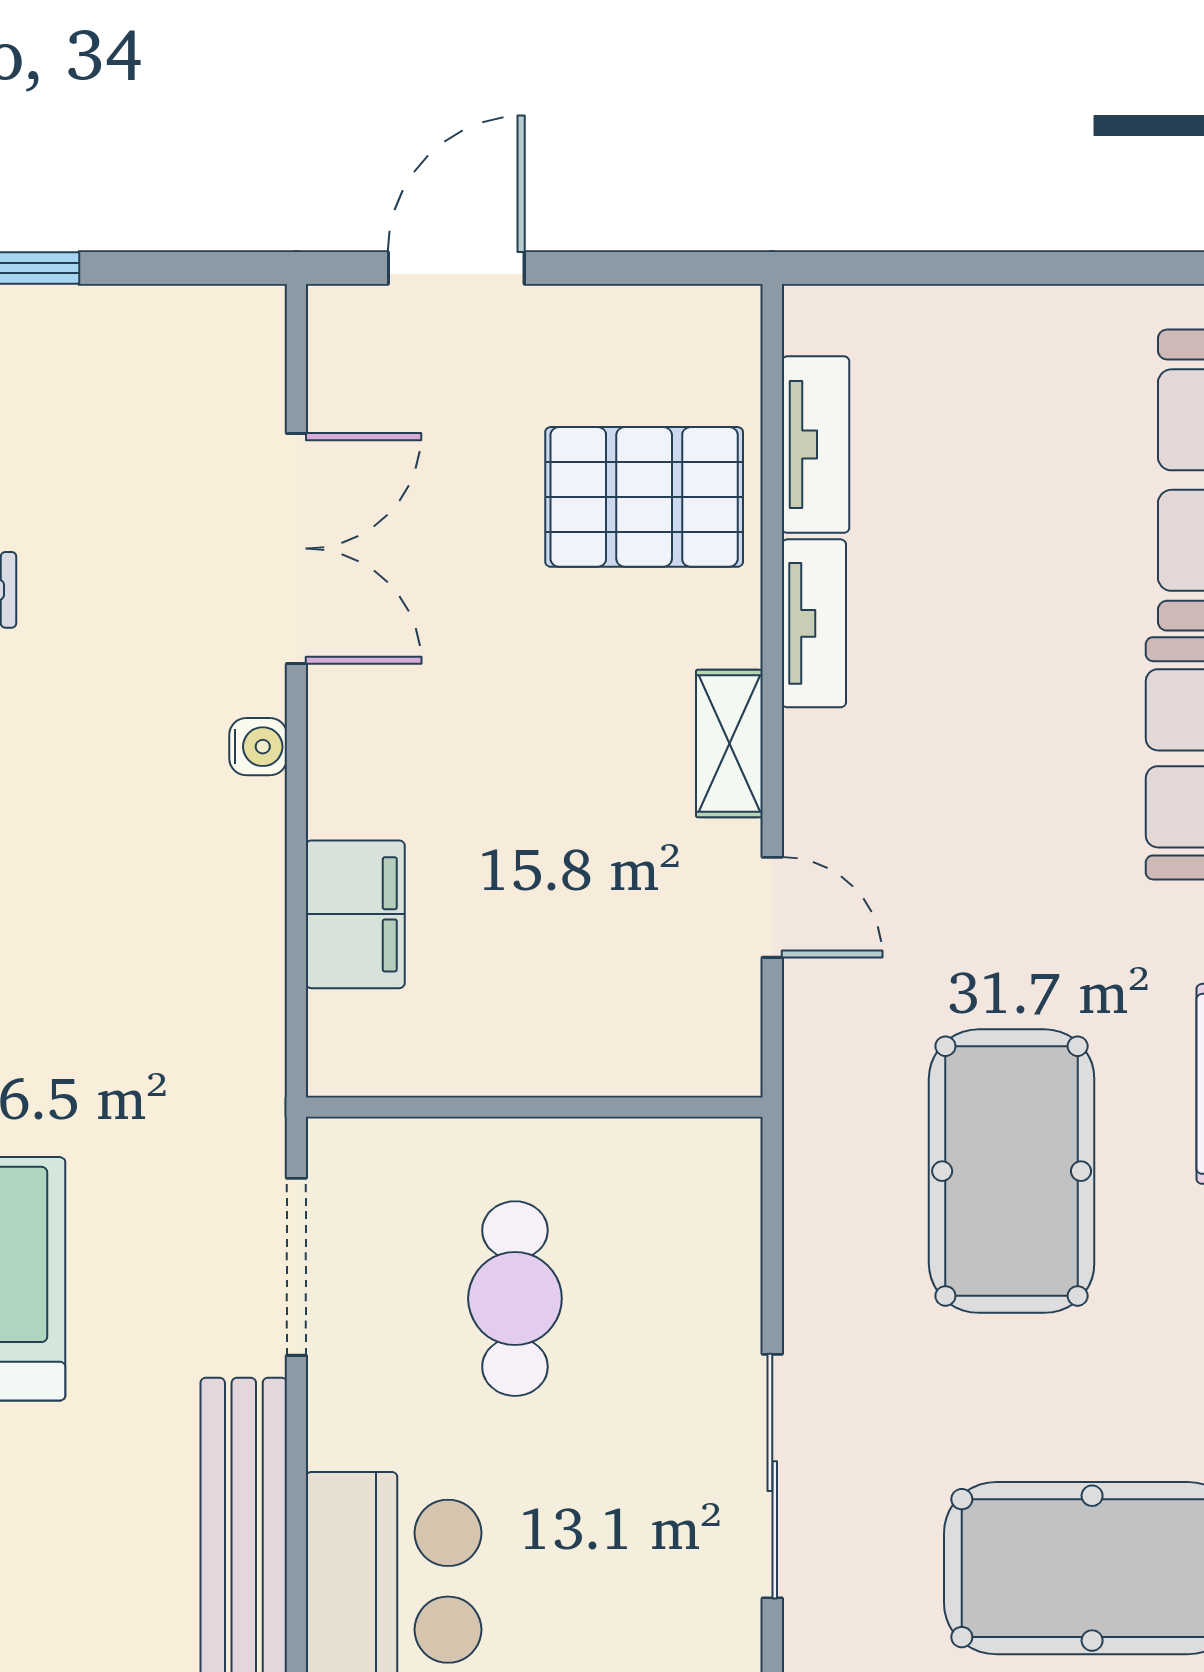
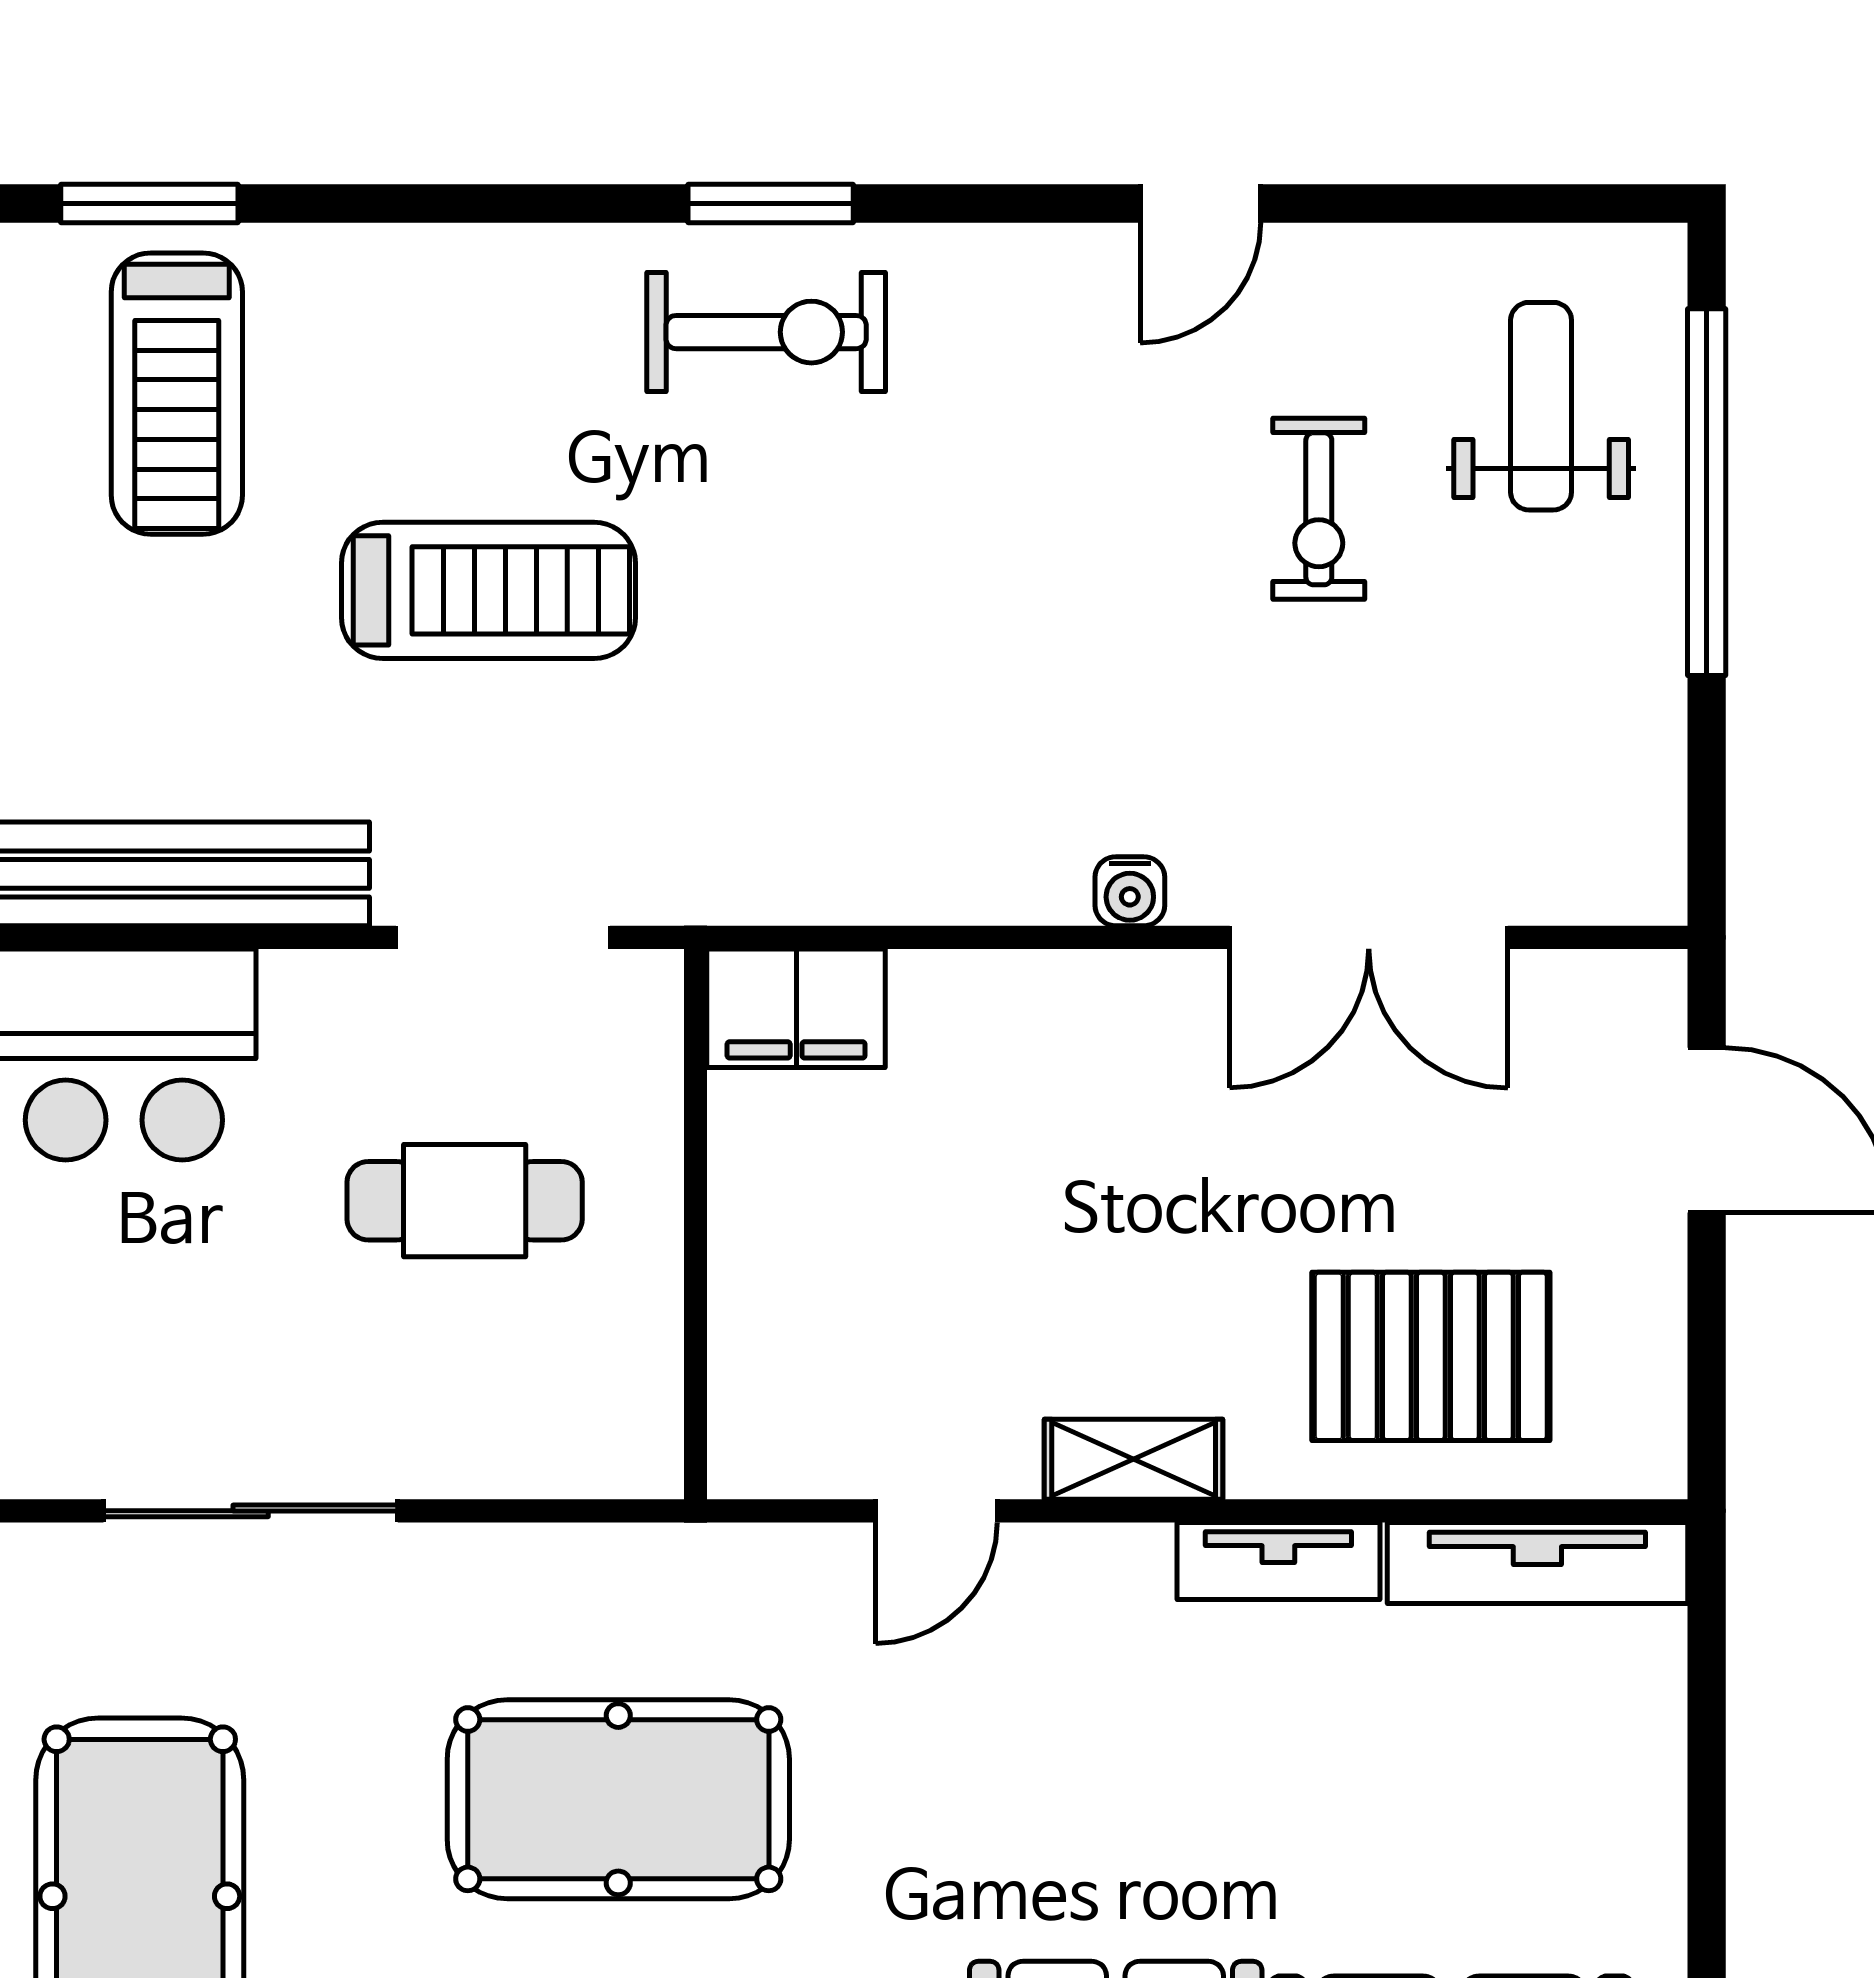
tv unit: (816, 445) -> (1537, 1563), width x1.41
pallet: (644, 497) -> (1431, 1356), turned 90
filing cabinet: (355, 914) -> (796, 1008), moved

